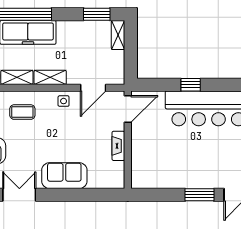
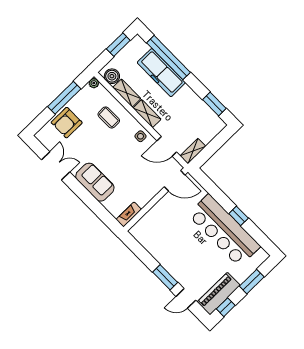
shelving: (118, 35) -> (193, 151), moved
window: (191, 85) -> (239, 216), moved
fireplace: (118, 146) -> (129, 214), moved

